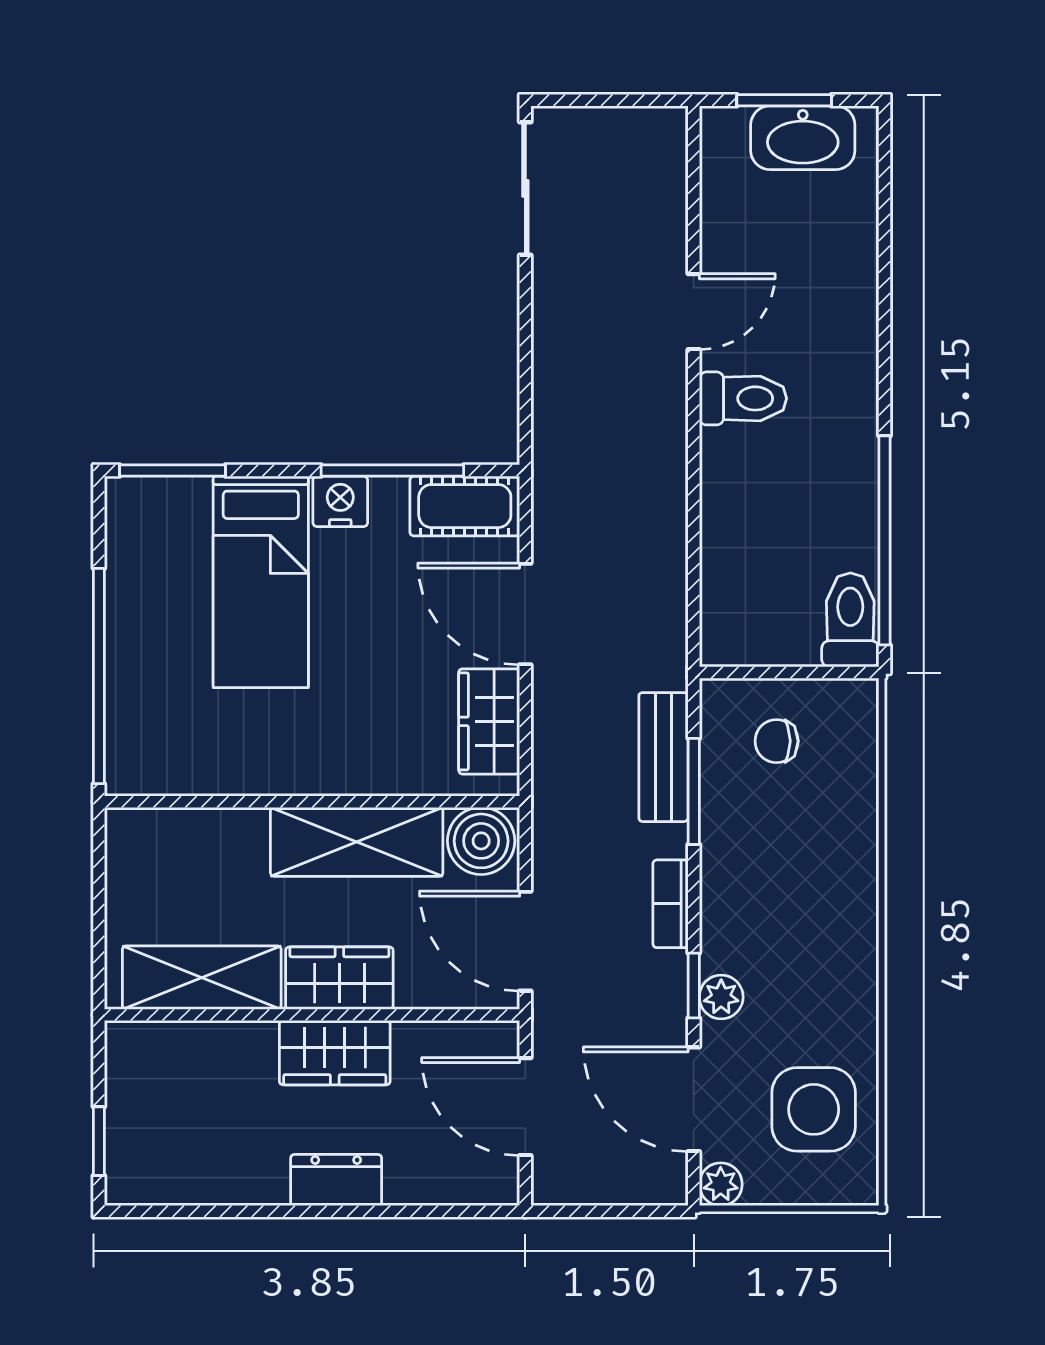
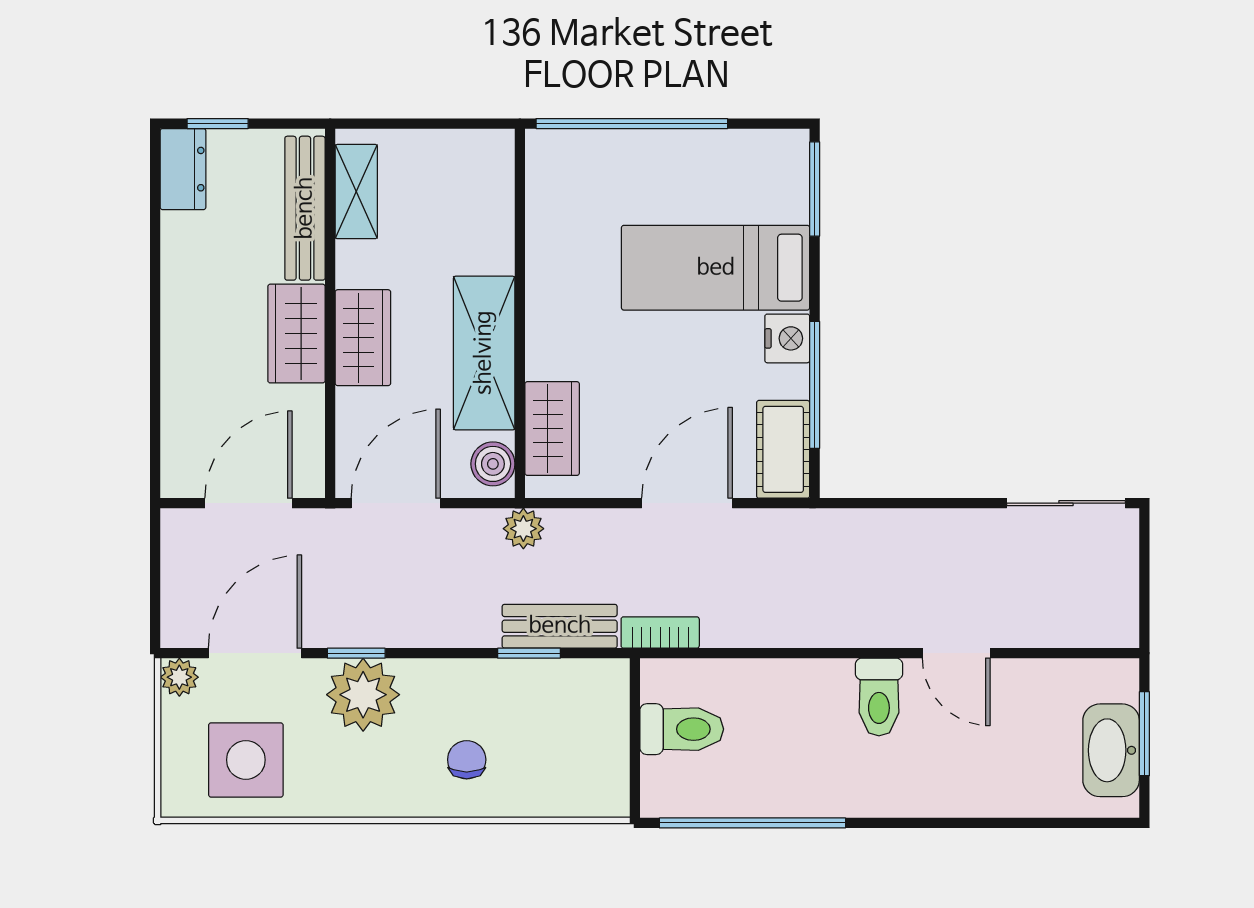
toilet: (850, 620) -> (682, 729), moved
wardrobe: (489, 721) -> (552, 429), moved, turned 90
chair: (777, 741) -> (467, 760), moved
window: (694, 791) -> (529, 653), width x0.67
plant: (554, 798) -> (523, 529), added
boiler: (481, 841) -> (493, 464), width x0.73, depth x0.73
bookcase: (670, 904) -> (660, 632), moved
shelving: (202, 978) -> (356, 192), width x0.67, depth x0.75
plant: (721, 997) -> (363, 695), width x1.87, depth x1.87
bench: (194, 1043) -> (305, 208), added
dresser: (336, 1180) -> (183, 169), moved

